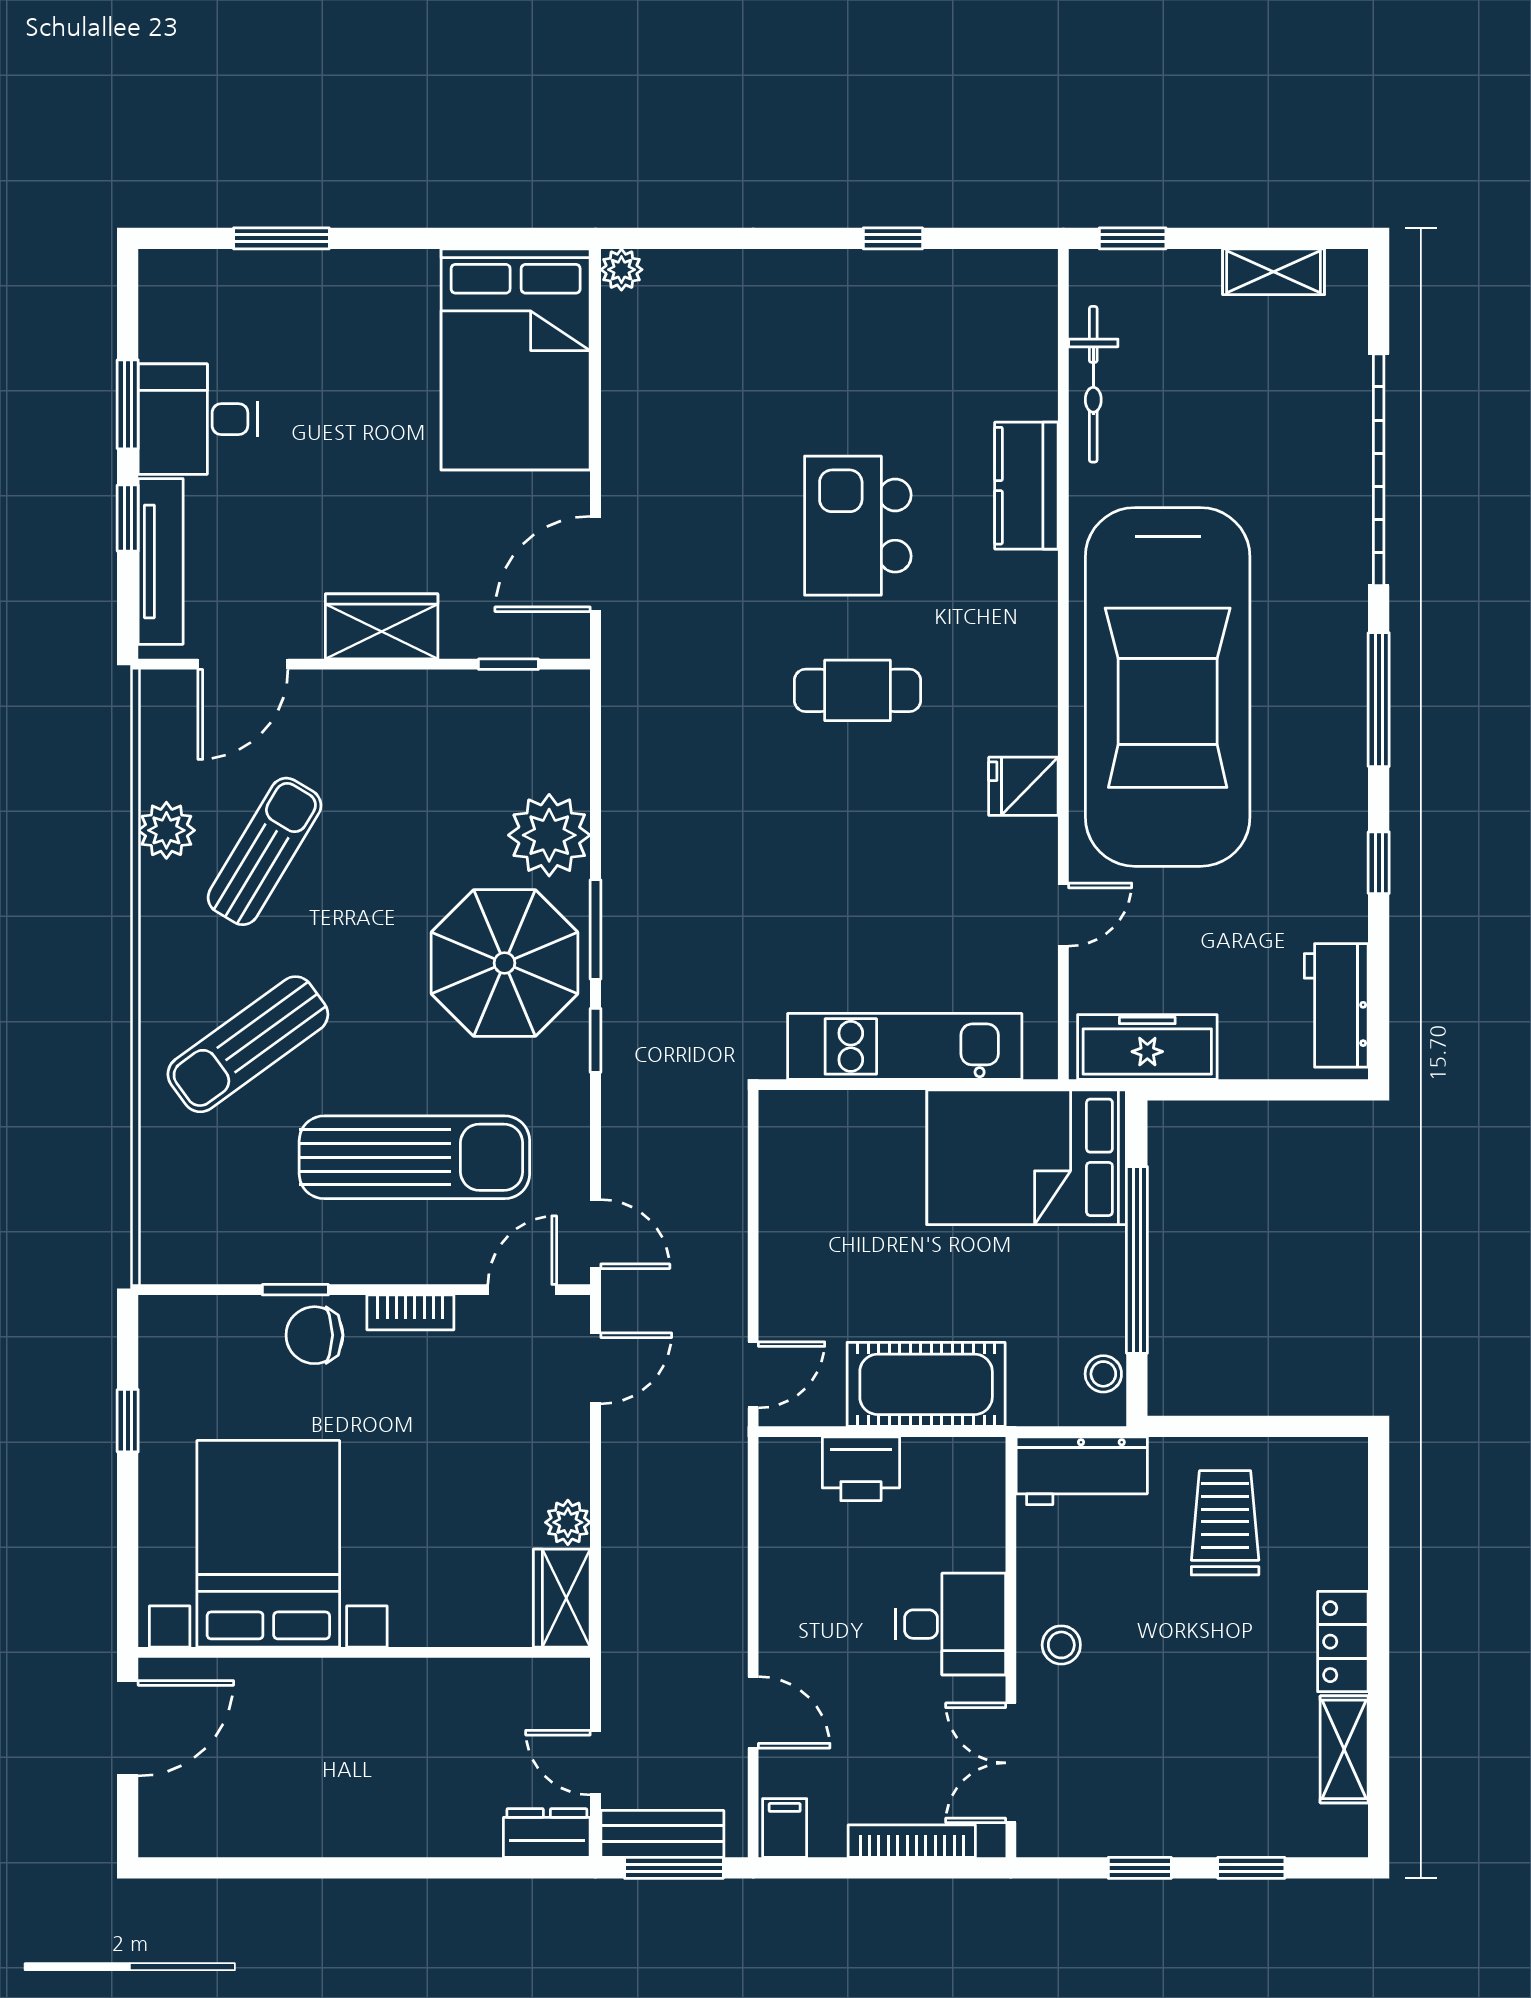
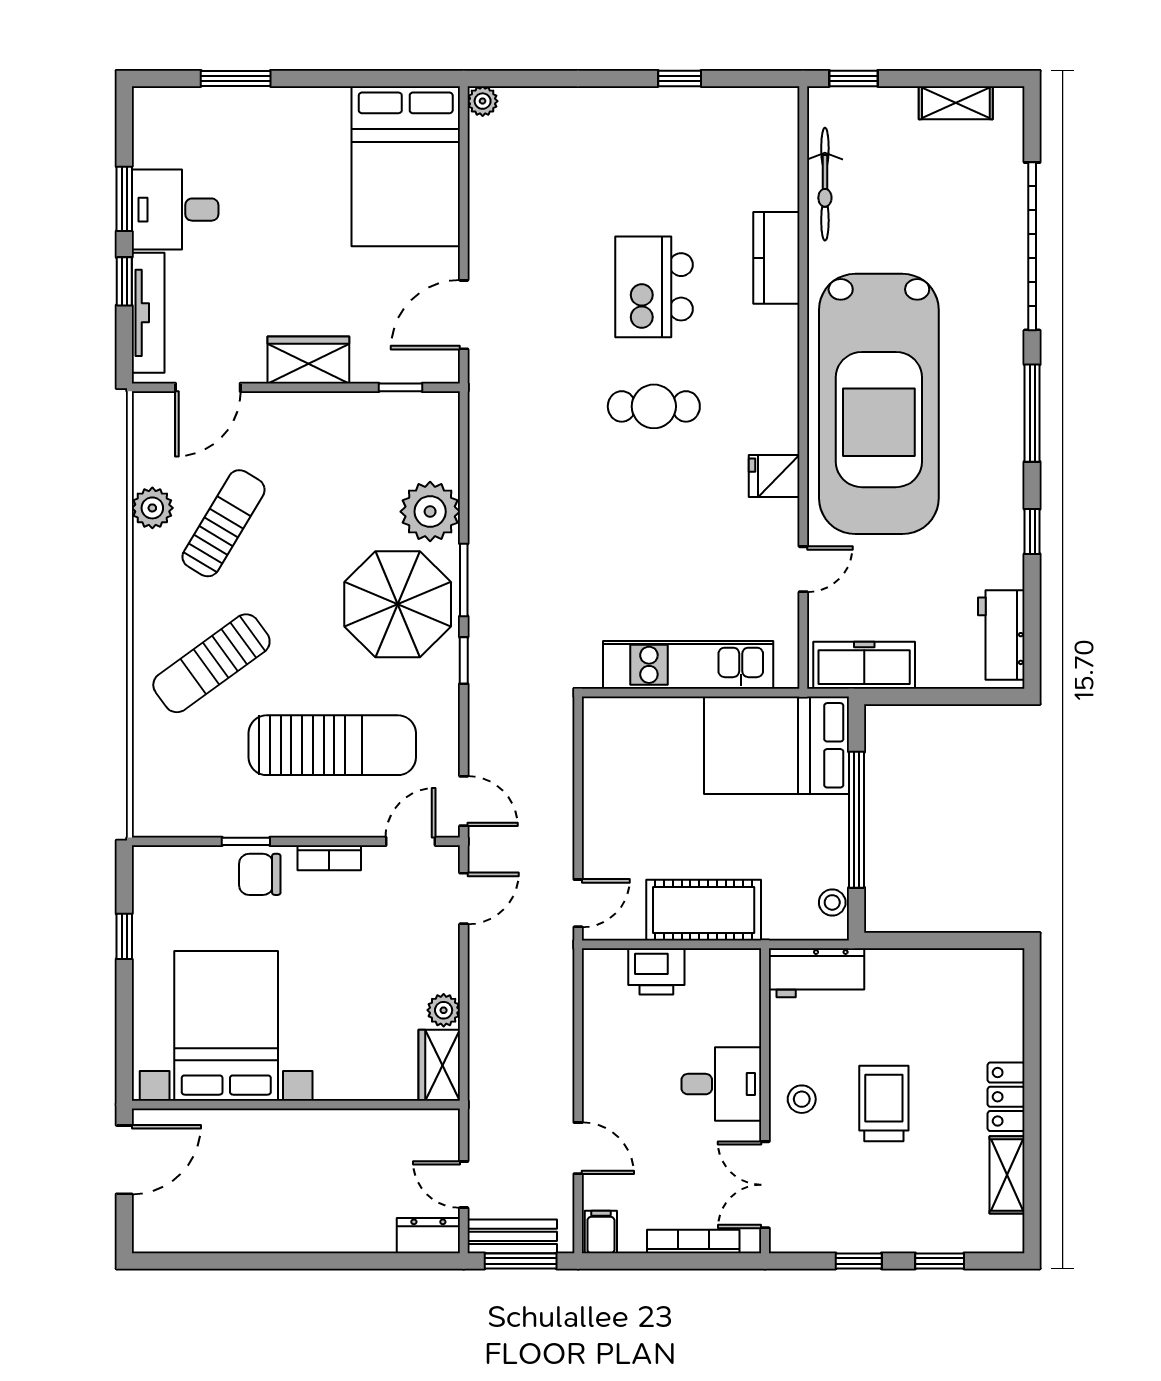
trolley: (1225, 1523) -> (884, 1103), moved

